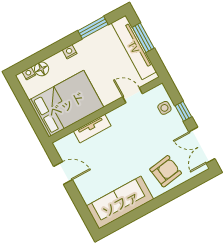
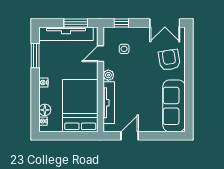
window: (143, 38) -> (76, 23), moved
side table: (164, 108) -> (124, 49), moved
window: (183, 111) -> (121, 23), moved
plant: (115, 116) -> (108, 75), added
tv unit: (92, 128) -> (109, 103), width x1.41

